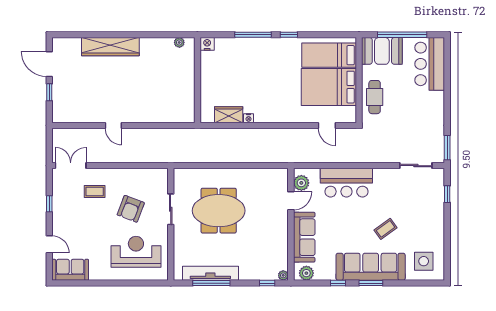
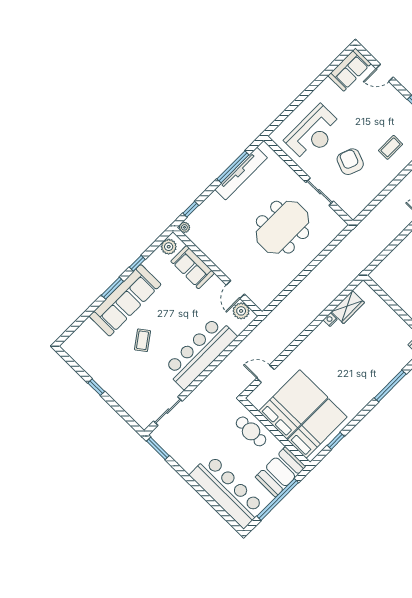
window: (289, 35) -> (336, 441), moved
bar counter: (430, 64) -> (227, 491), width x1.36
bar counter: (346, 183) -> (200, 353), width x1.36
window: (447, 194) -> (96, 387), moved
sofa: (304, 237) -> (193, 267), width x0.73
side table: (424, 261) -> (89, 345), removed

